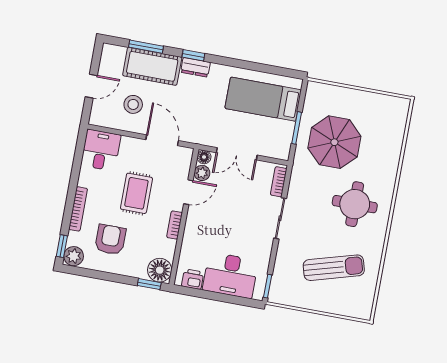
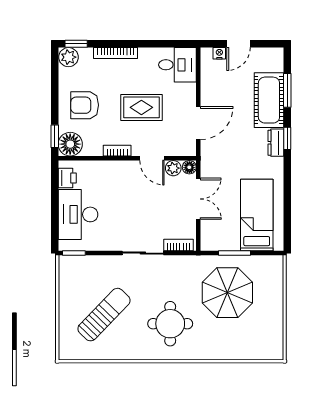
door: (91, 86) -> (239, 44), hinge flipped
stool: (133, 104) -> (228, 88), removed
nightstand: (97, 107) -> (219, 53), added
double door: (237, 154) -> (198, 199), swing flipped
armchair: (110, 240) -> (85, 105), moved, turned 180
sun lounger: (334, 268) -> (104, 315), turned -120

